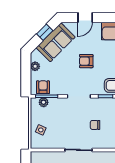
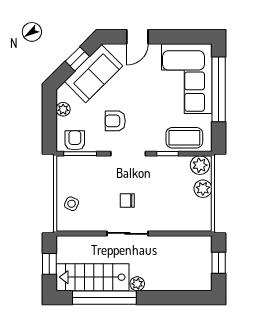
armchair: (86, 61) -> (115, 121), moved
plant: (44, 102) -> (76, 163), removed
chair: (95, 125) -> (127, 200), moved

